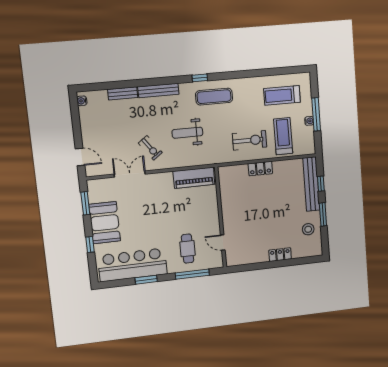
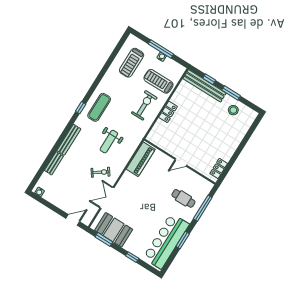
booth: (105, 223) -> (114, 230), moved
door: (223, 242) -> (181, 162), moved
locker: (280, 255) -> (219, 168), moved

